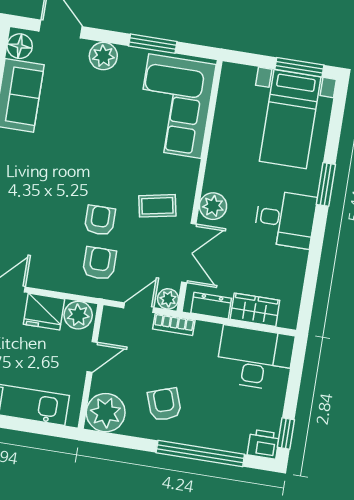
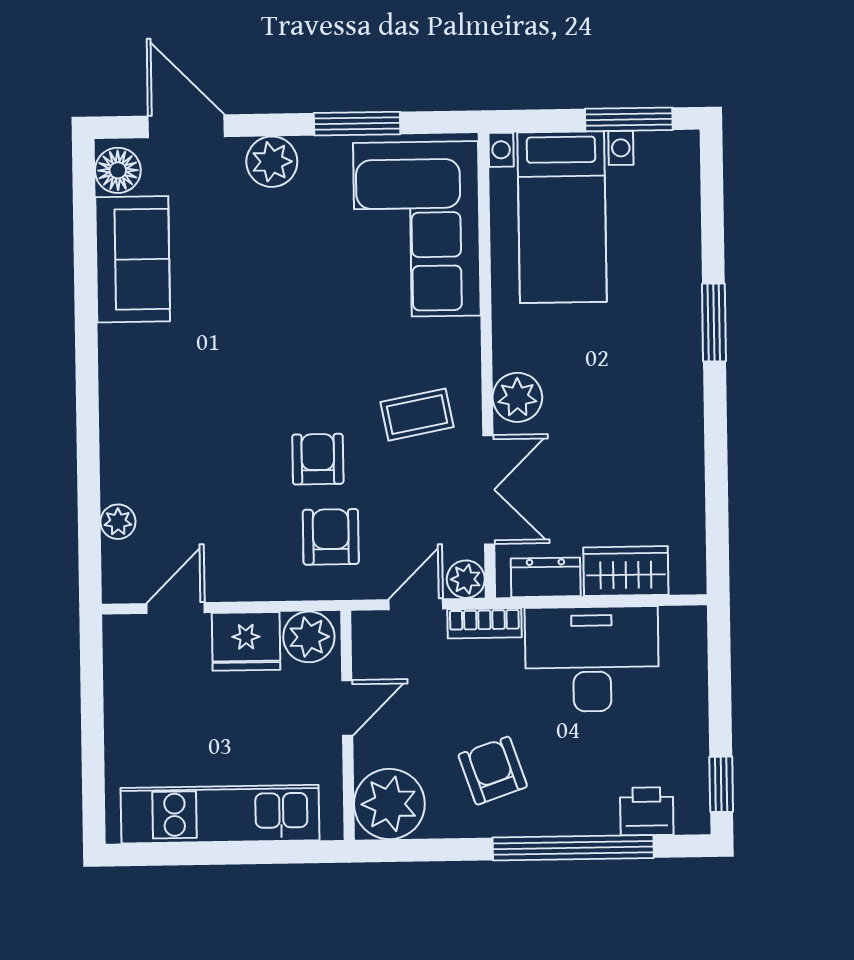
bed with nightstands: (290, 119) -> (562, 217), moved
desk: (285, 219) -> (651, 398), removed
desk: (255, 358) -> (592, 659), moved
printer: (263, 444) -> (647, 811), moved

